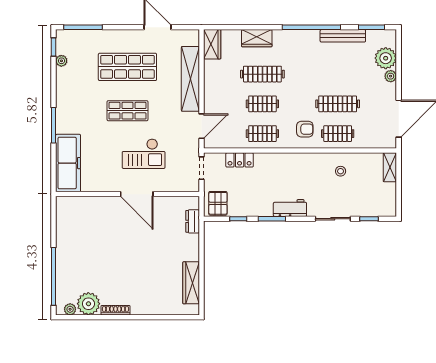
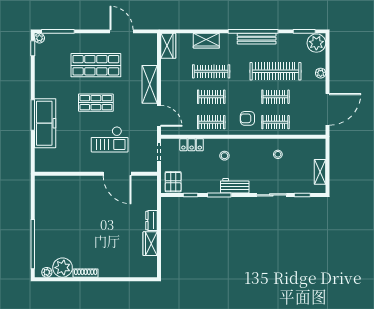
bench: (343, 36) -> (257, 39), moved
plant: (386, 58) -> (316, 43), moved
plant: (61, 61) -> (39, 38), moved
clothes rail: (338, 74) -> (275, 71), added
shelving: (190, 79) -> (150, 84), width x0.68
clothes rail: (338, 104) -> (275, 97), width x0.73
door: (201, 126) -> (159, 116), hinge flipped
armchair: (305, 129) -> (247, 118), turned 180
freezer: (68, 163) -> (45, 123), moved
shelving: (390, 167) -> (320, 172), moved
stool: (278, 173) -> (224, 156), added
door: (137, 194) -> (117, 174), moved
dresser: (193, 221) -> (151, 221), moved
wardrobe: (191, 283) -> (150, 244), width x0.67

